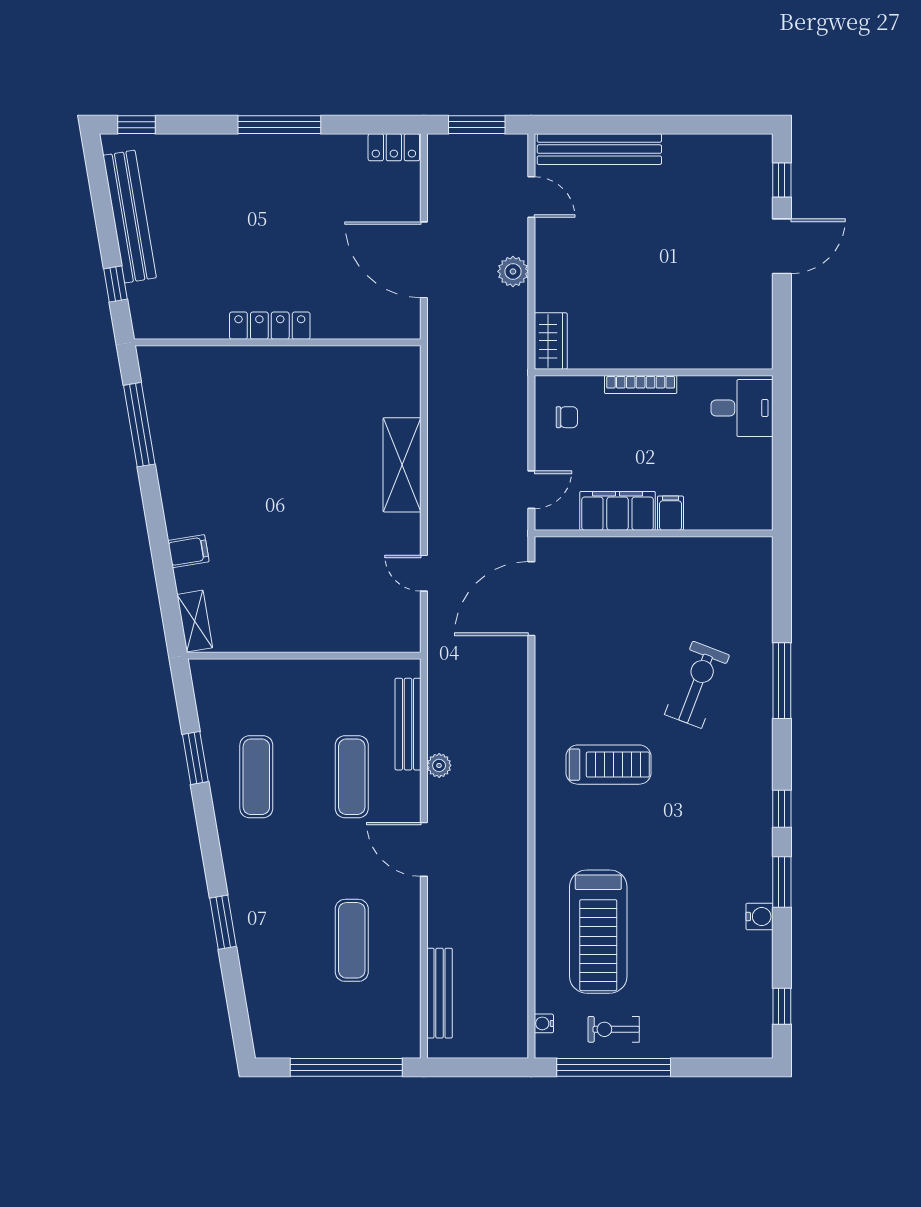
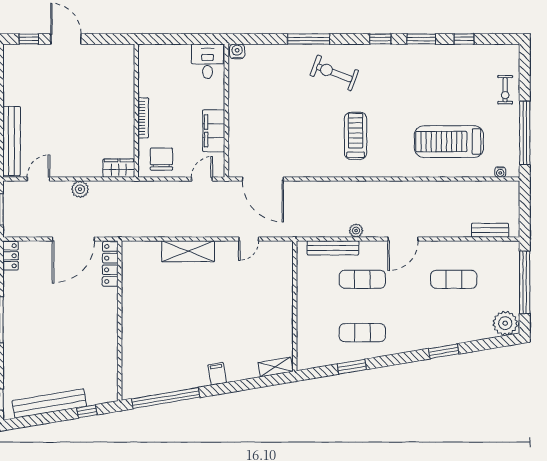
locker: (270, 326) -> (110, 264), moved
desk: (742, 408) -> (208, 61), moved
chair: (567, 417) -> (161, 159), width x1.87, depth x1.87
window: (139, 425) -> (166, 398), width x1.46
door: (531, 490) -> (202, 179), hinge flipped
filing cabinet: (671, 513) -> (215, 101), removed
filing cabinet: (188, 551) -> (217, 374), moved
exercise bike: (697, 685) -> (334, 73), moved
water cooler: (760, 916) -> (237, 51), moved
treadmill: (598, 932) -> (449, 142), turned 180
bench: (440, 993) -> (490, 230), width x0.73
window: (782, 1006) -> (464, 39), moved
exercise bike: (614, 1029) -> (505, 90), moved
plant: (273, 1032) -> (505, 323), added

